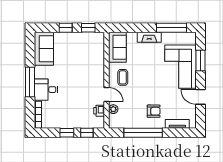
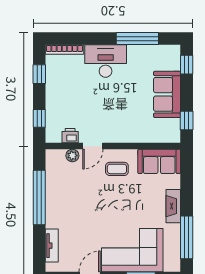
window: (66, 28) -> (187, 65), moved
sofa: (44, 49) -> (167, 94), moved, turned 90
window: (30, 82) -> (137, 39), moved
desk: (46, 90) -> (106, 61), width x1.37
armchair: (154, 111) -> (70, 212), removed
window: (67, 133) -> (39, 74), moved

